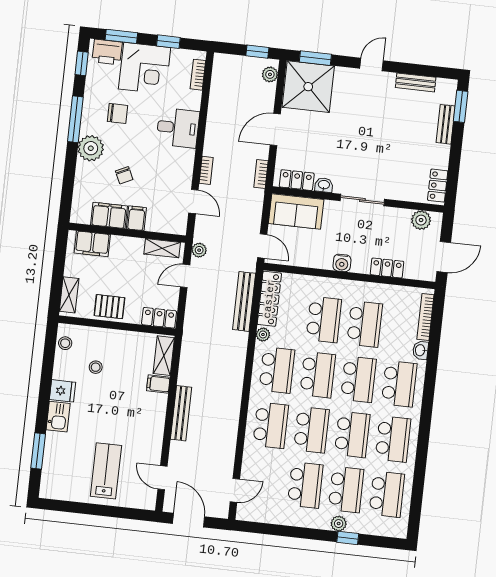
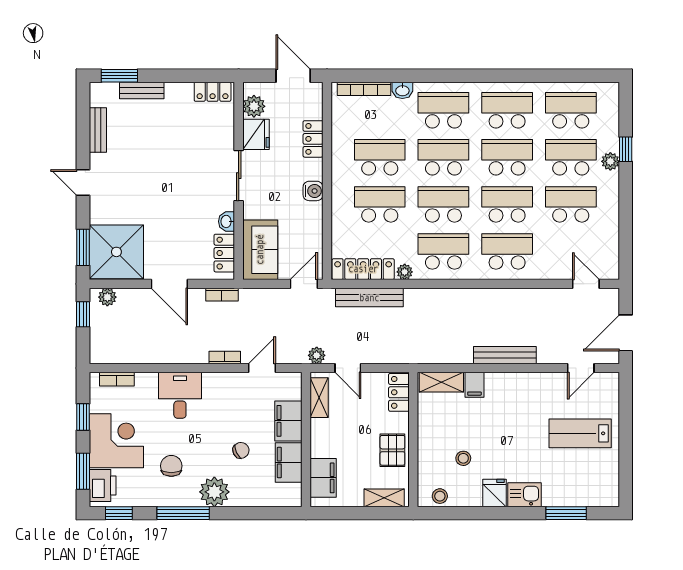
filing cabinet: (136, 218) -> (288, 421), width x2.00
fridge: (396, 219) -> (256, 134), added

